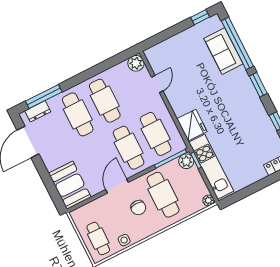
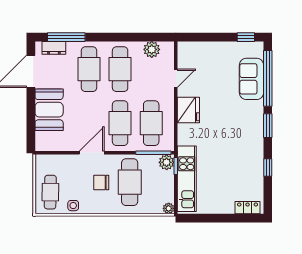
plant: (136, 63) -> (152, 49), moved
fridge: (192, 125) -> (188, 110), moved
booth: (70, 185) -> (49, 110), moved
chair: (138, 208) -> (101, 182), turned 90

